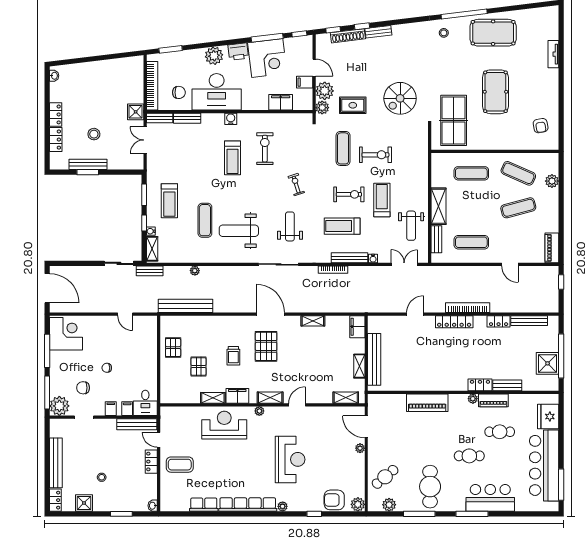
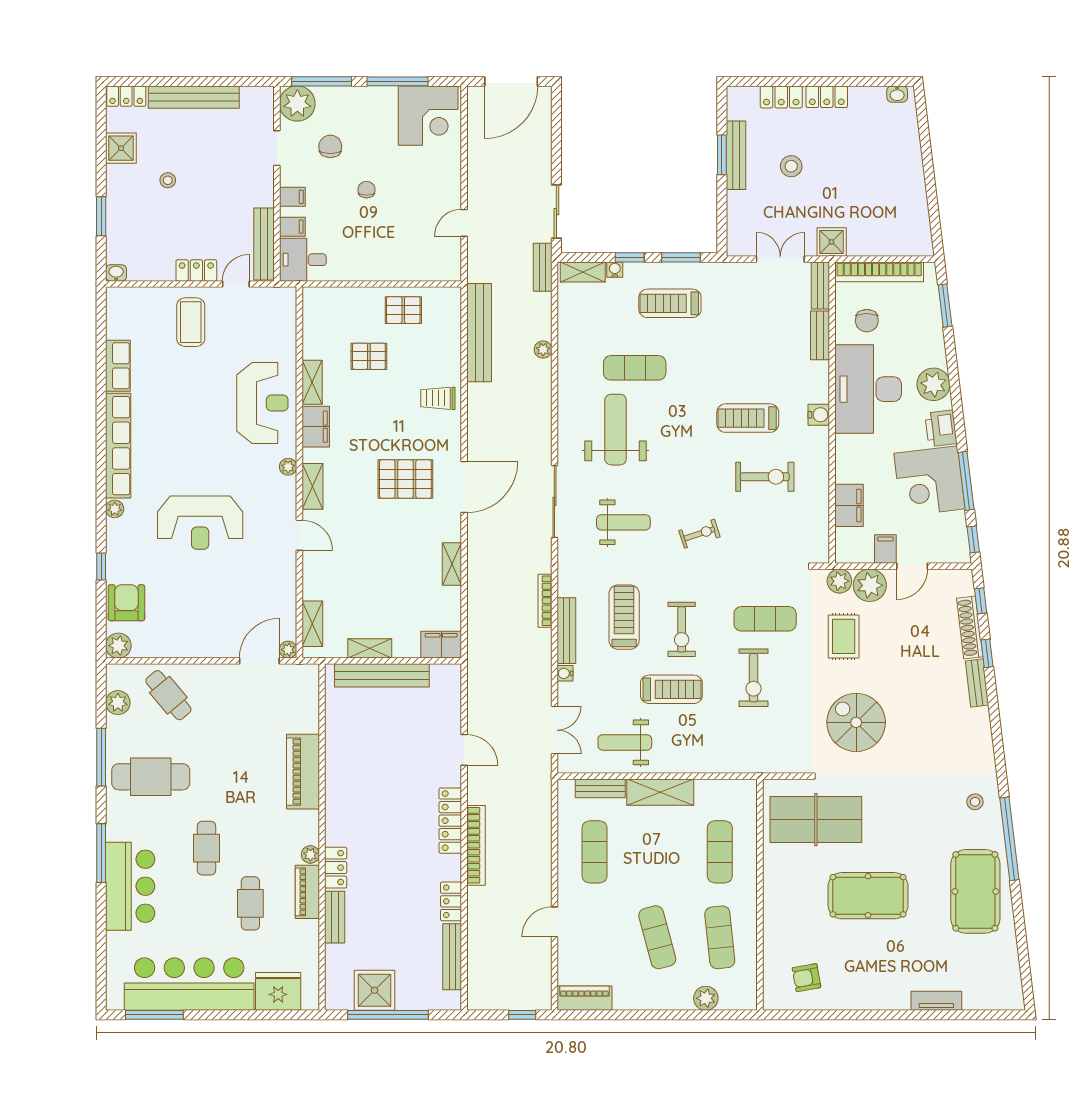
exercise mat: (518, 173) -> (720, 937), turned -30
trolley: (233, 356) -> (438, 398), moved
plant: (360, 448) -> (288, 650), moved

